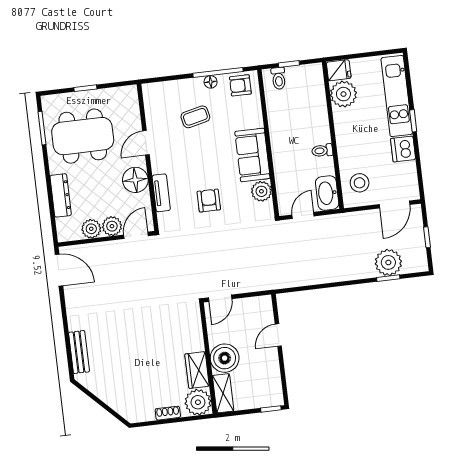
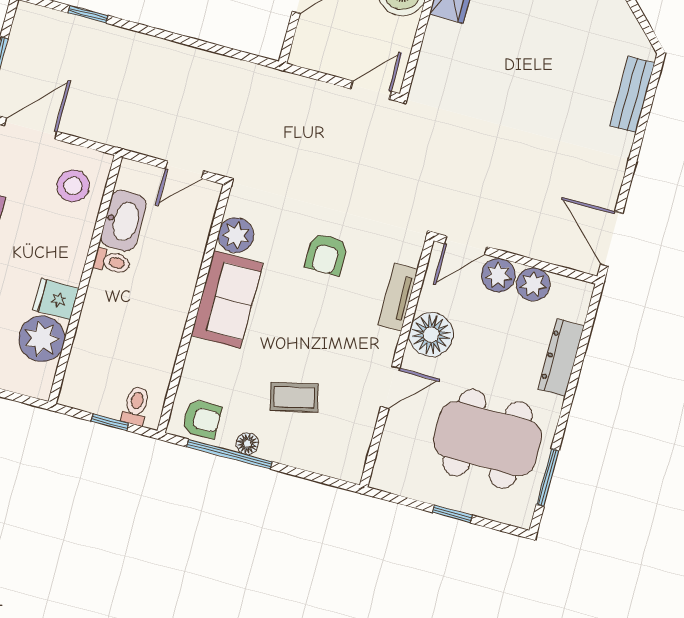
fridge: (339, 70) -> (56, 299), moved
washbasin: (327, 193) -> (123, 221), moved
plant: (388, 262) -> (78, 39), removed

